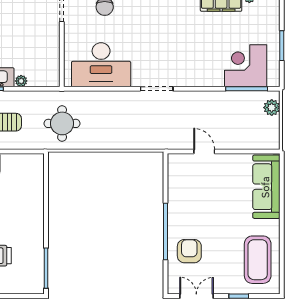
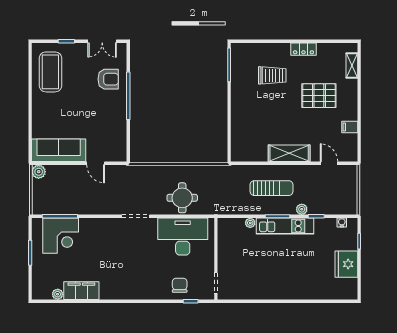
plant: (272, 108) -> (39, 172), moved
round table: (62, 123) -> (182, 198), moved
sofa: (266, 187) -> (59, 150), moved, turned -90
armchair: (189, 251) -> (108, 79), turned -90

